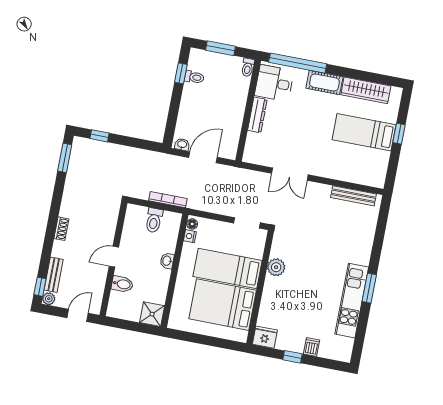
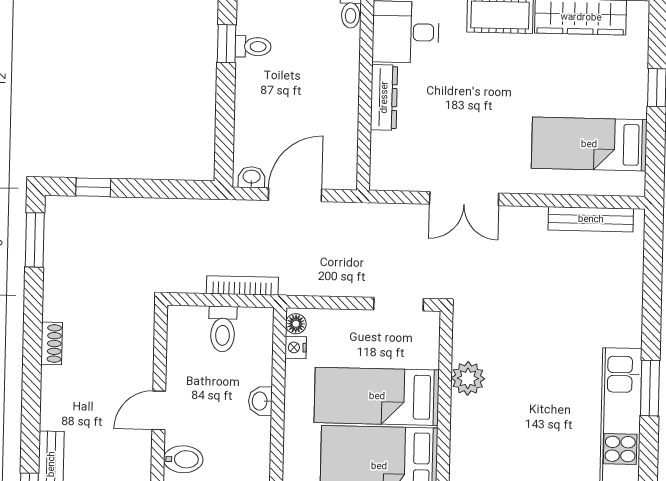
bed: (364, 132) -> (589, 144), moved
shoe rack: (61, 229) -> (52, 343), moved

